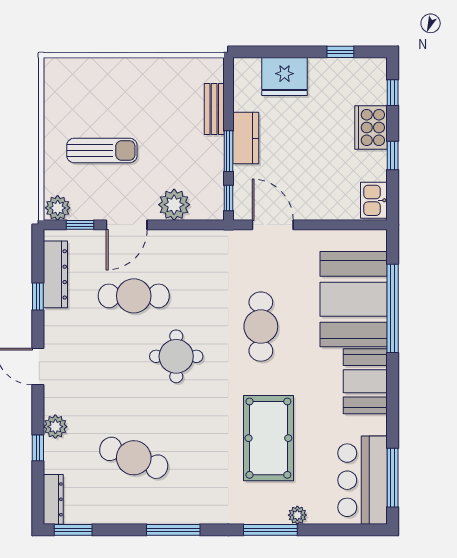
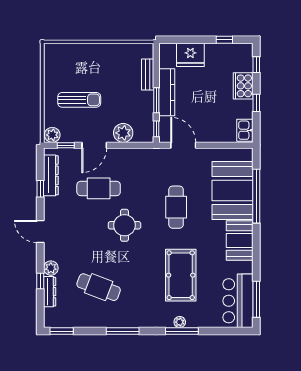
kitchen counter: (246, 138) -> (167, 92), width x1.50
dresser: (53, 499) -> (50, 292), moved
plant: (297, 515) -> (180, 322), moved

